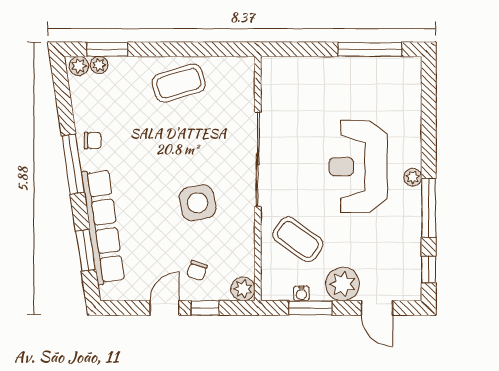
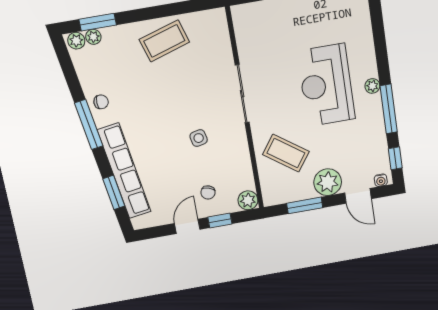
sliding door: (258, 159) -> (242, 94), width x0.73
side table: (198, 203) -> (199, 138), width x0.54, depth x0.54
water cooler: (301, 293) -> (381, 180), moved

